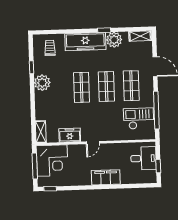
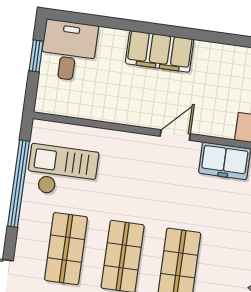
checkout: (139, 119) -> (62, 171), turned 180
desk: (143, 158) -> (69, 51), moved, turned 90

